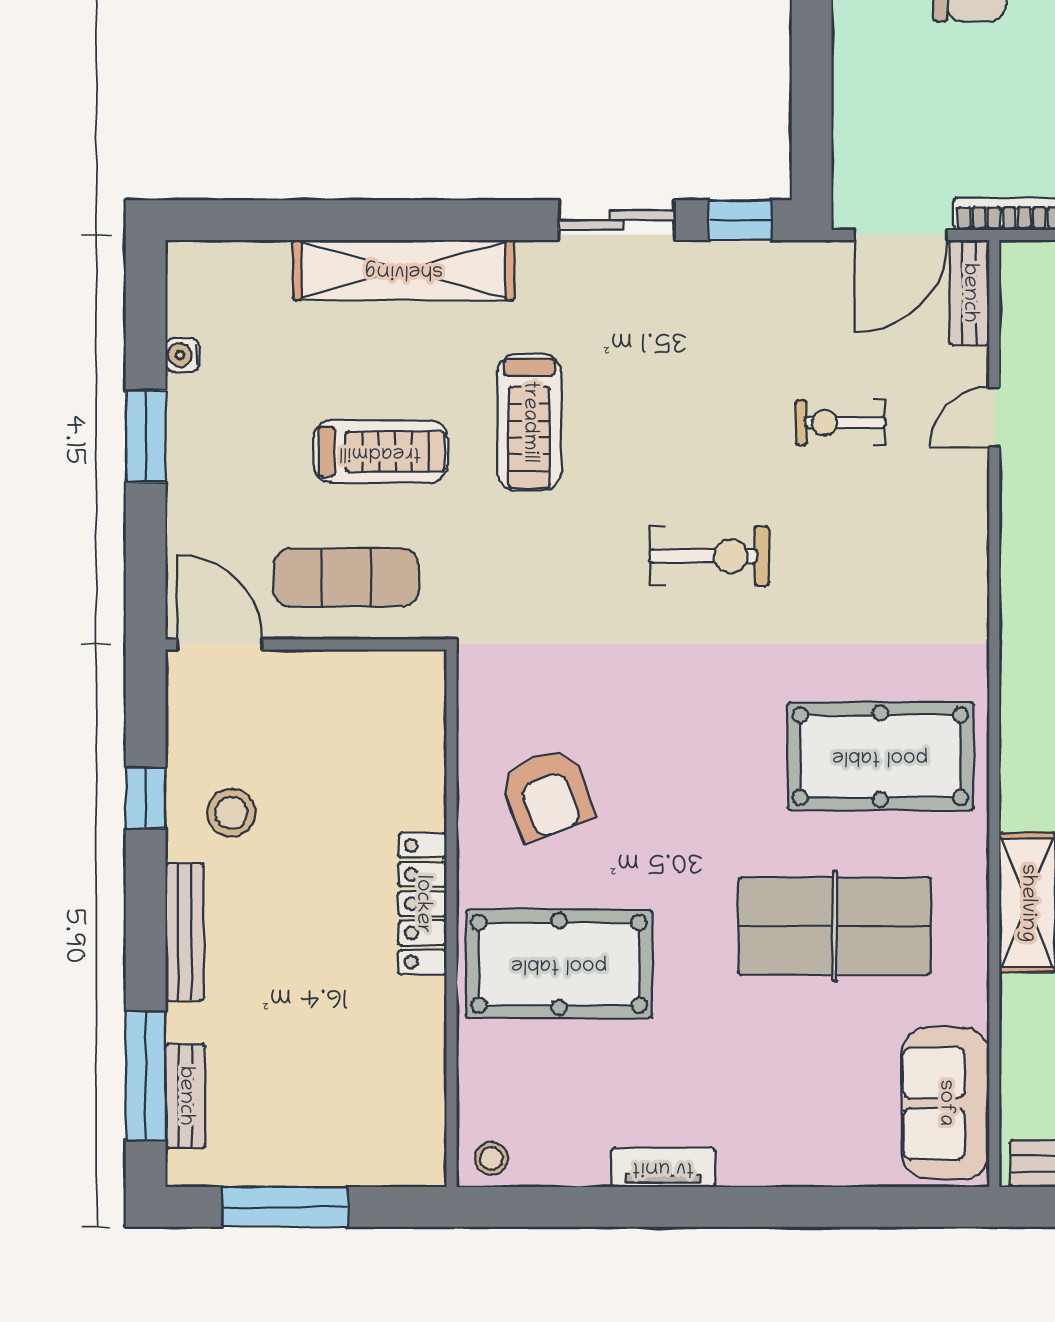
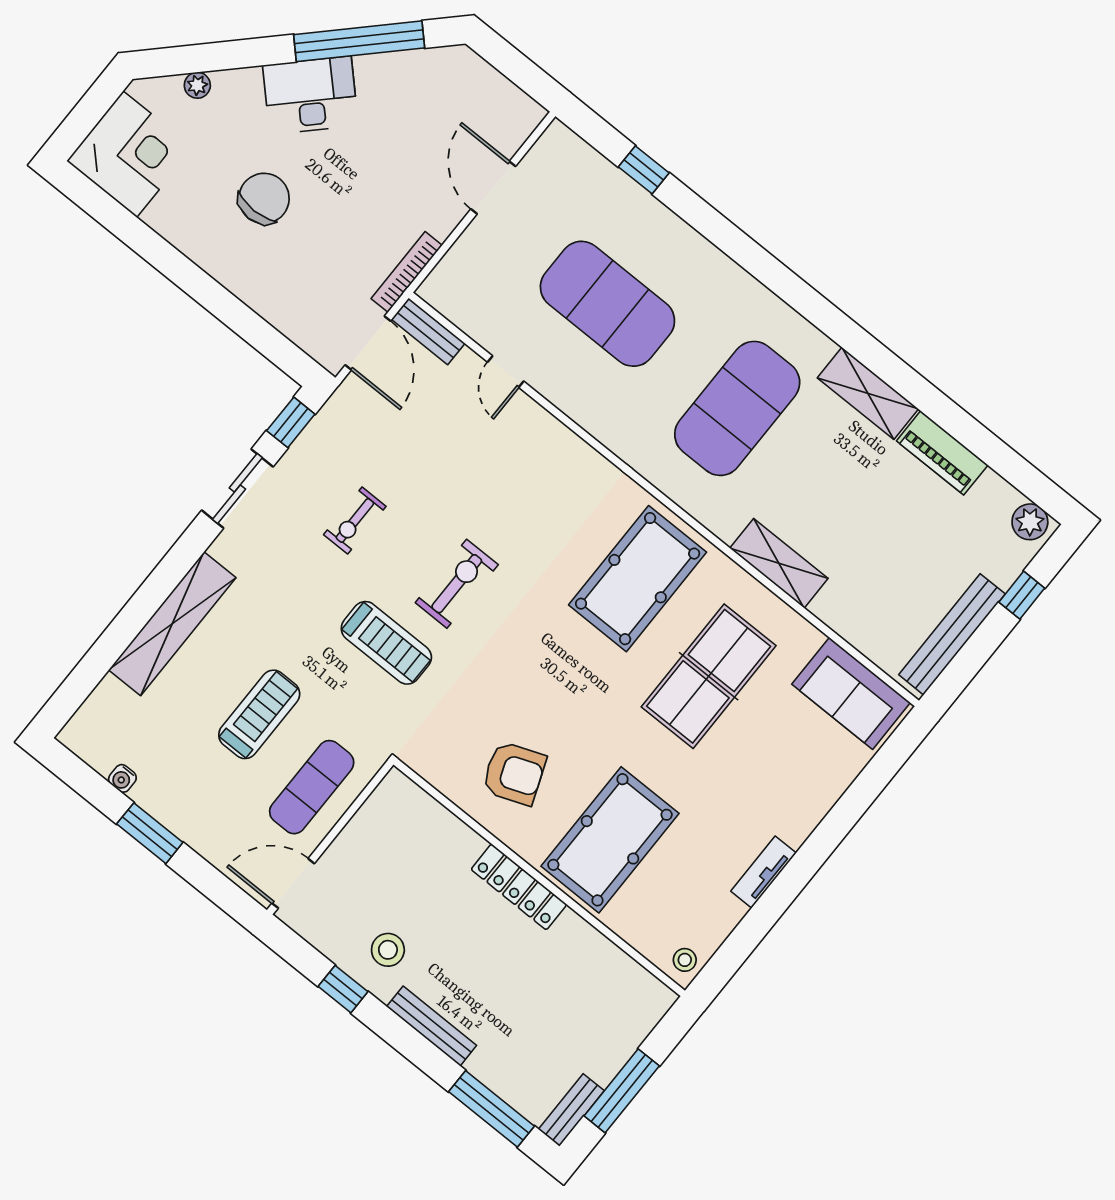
treadmill: (529, 422) -> (386, 643), moved
exercise bike: (841, 423) -> (355, 520), moved
bench: (185, 1096) -> (571, 1110), moved, turned 90

